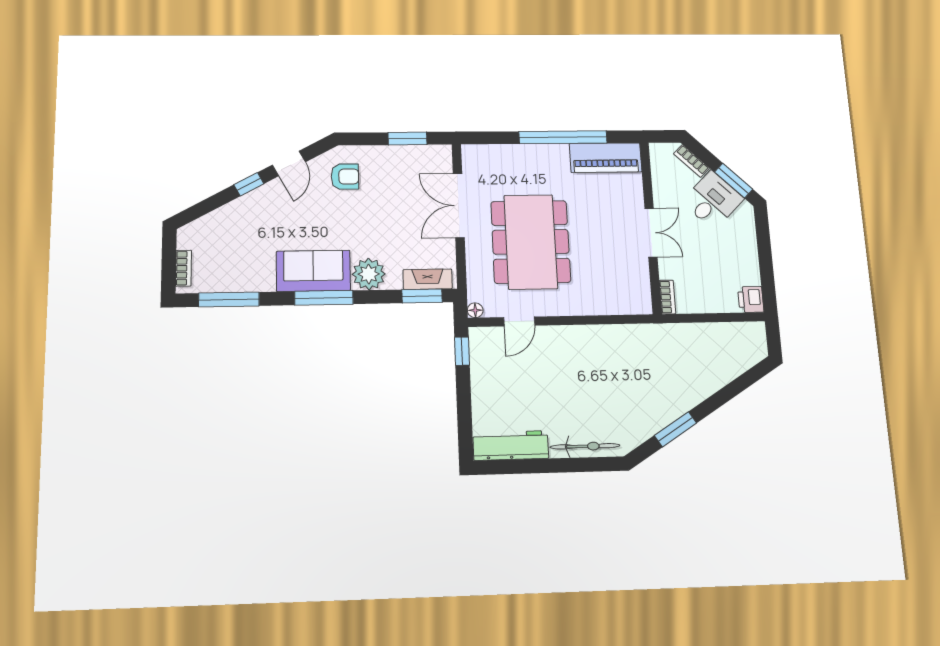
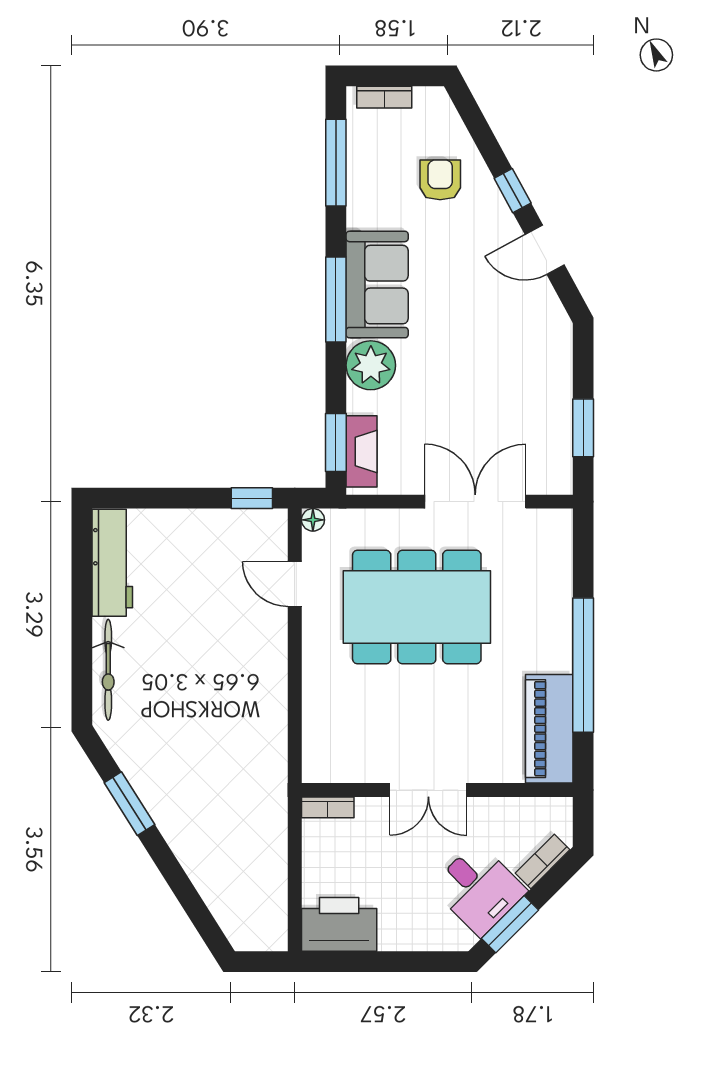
armchair: (345, 177) -> (440, 180), moved, turned 180
printer: (751, 299) -> (339, 924), width x1.87, depth x1.48

